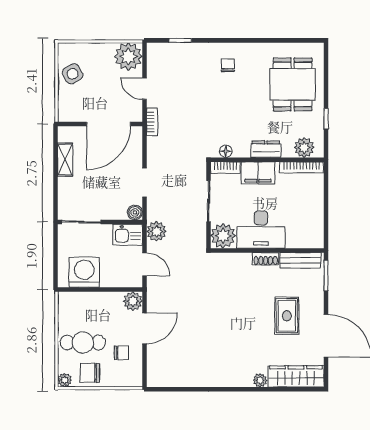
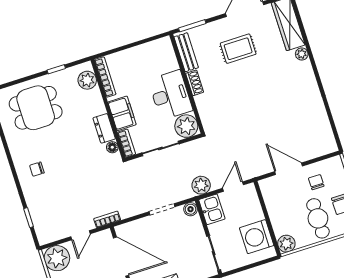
dresser: (266, 149) -> (104, 128), moved
plant: (133, 301) -> (286, 244), moved

